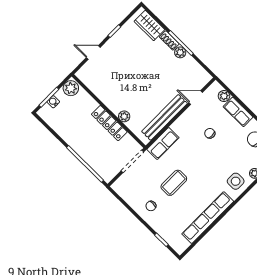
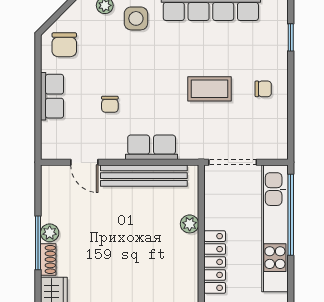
plant: (224, 96) -> (50, 131), removed
locker: (109, 123) -> (215, 262), moved
row of seats: (163, 143) -> (152, 147), moved
kitchen unit: (86, 151) -> (275, 228), added

